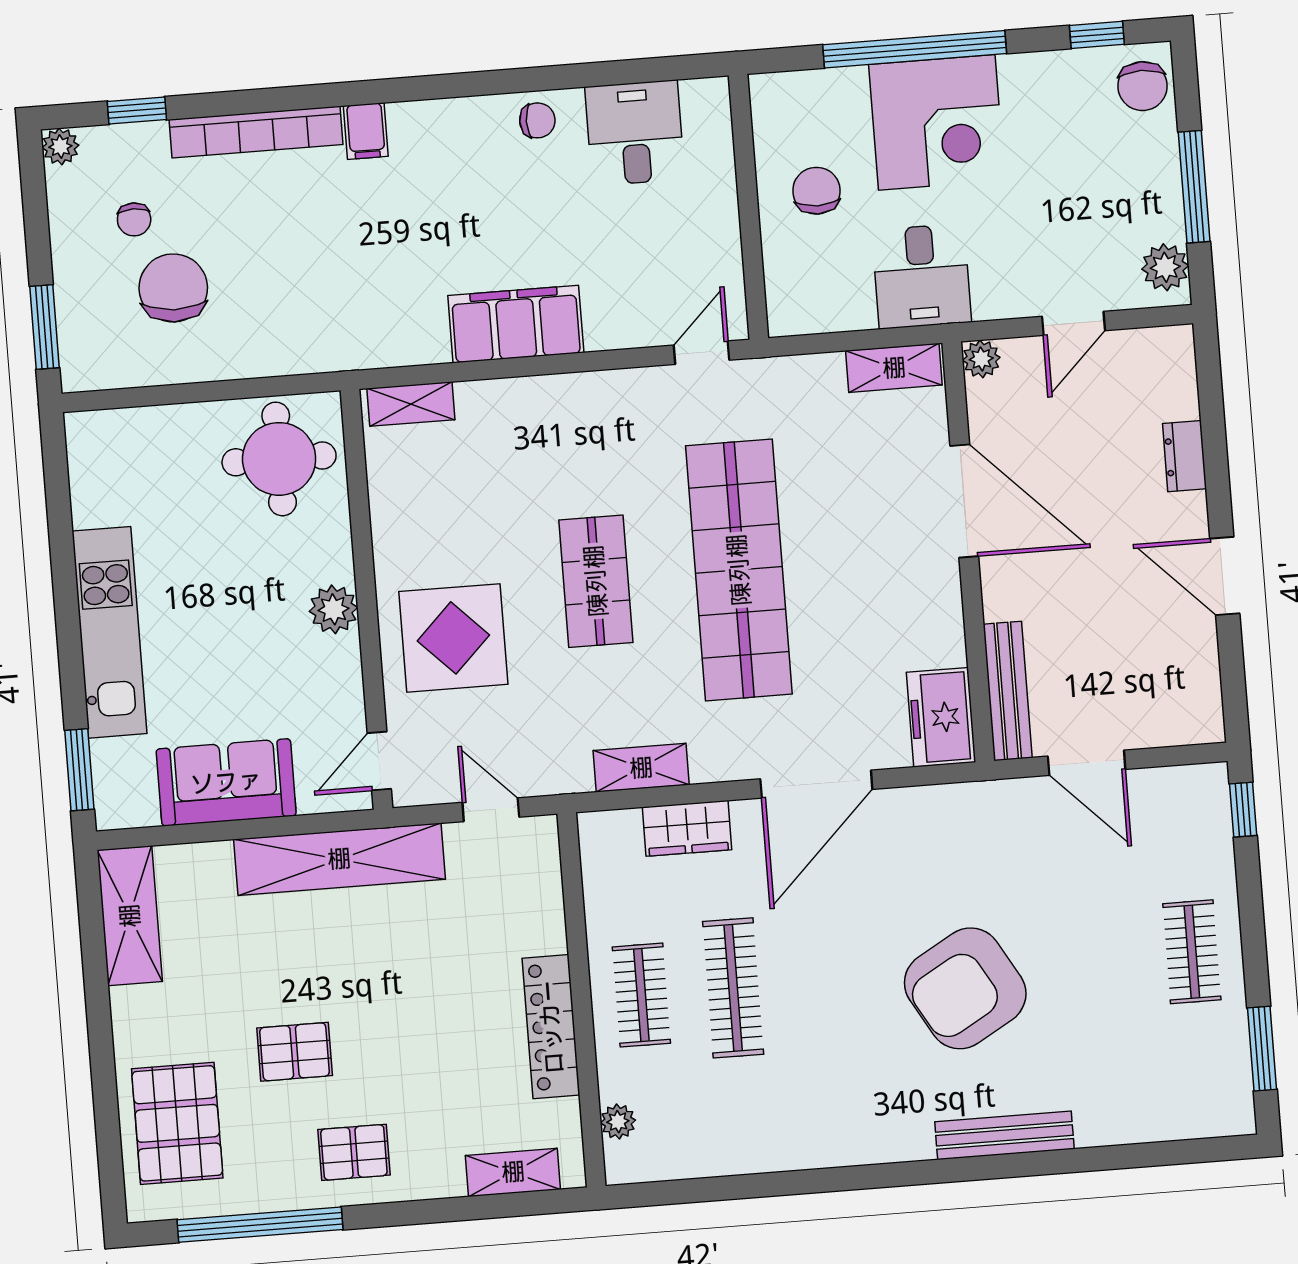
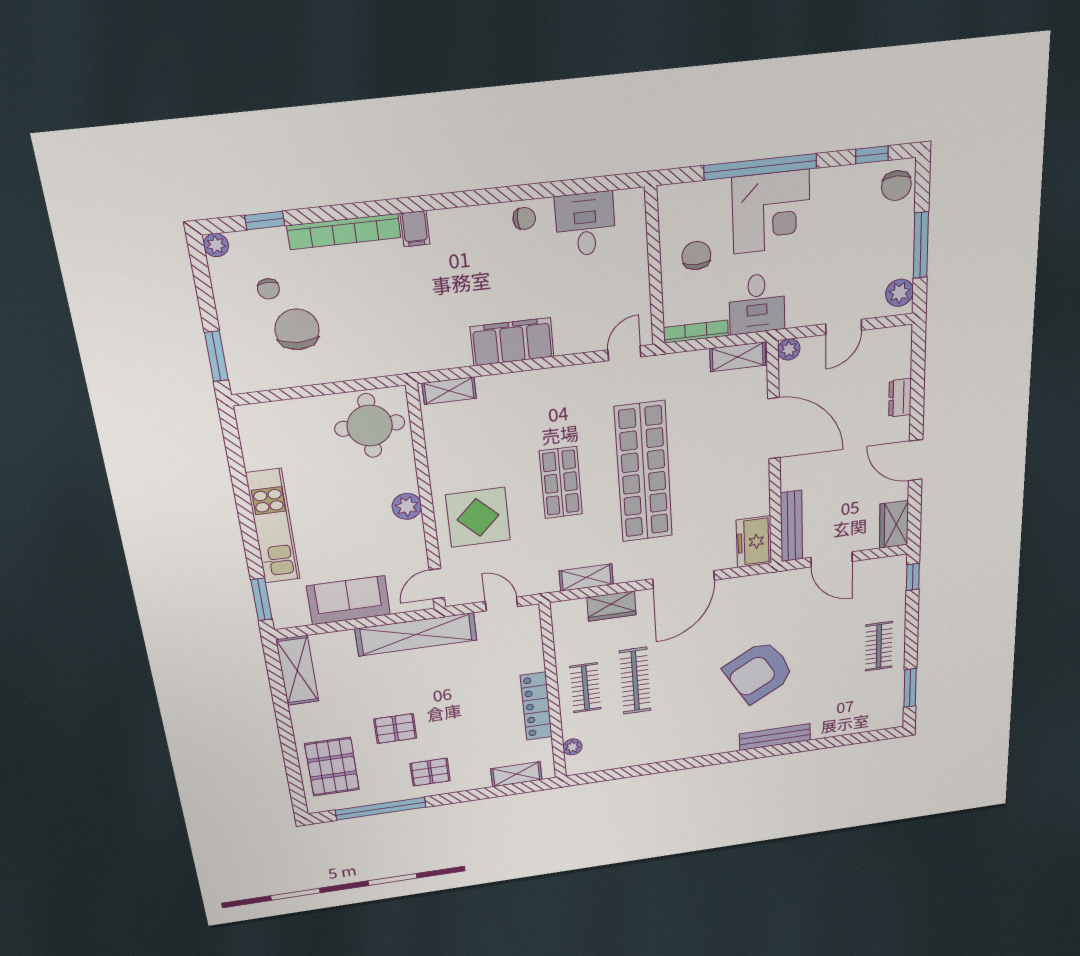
bookcase: (821, 320) -> (696, 332), added
wardrobe: (1197, 700) -> (894, 524), added

